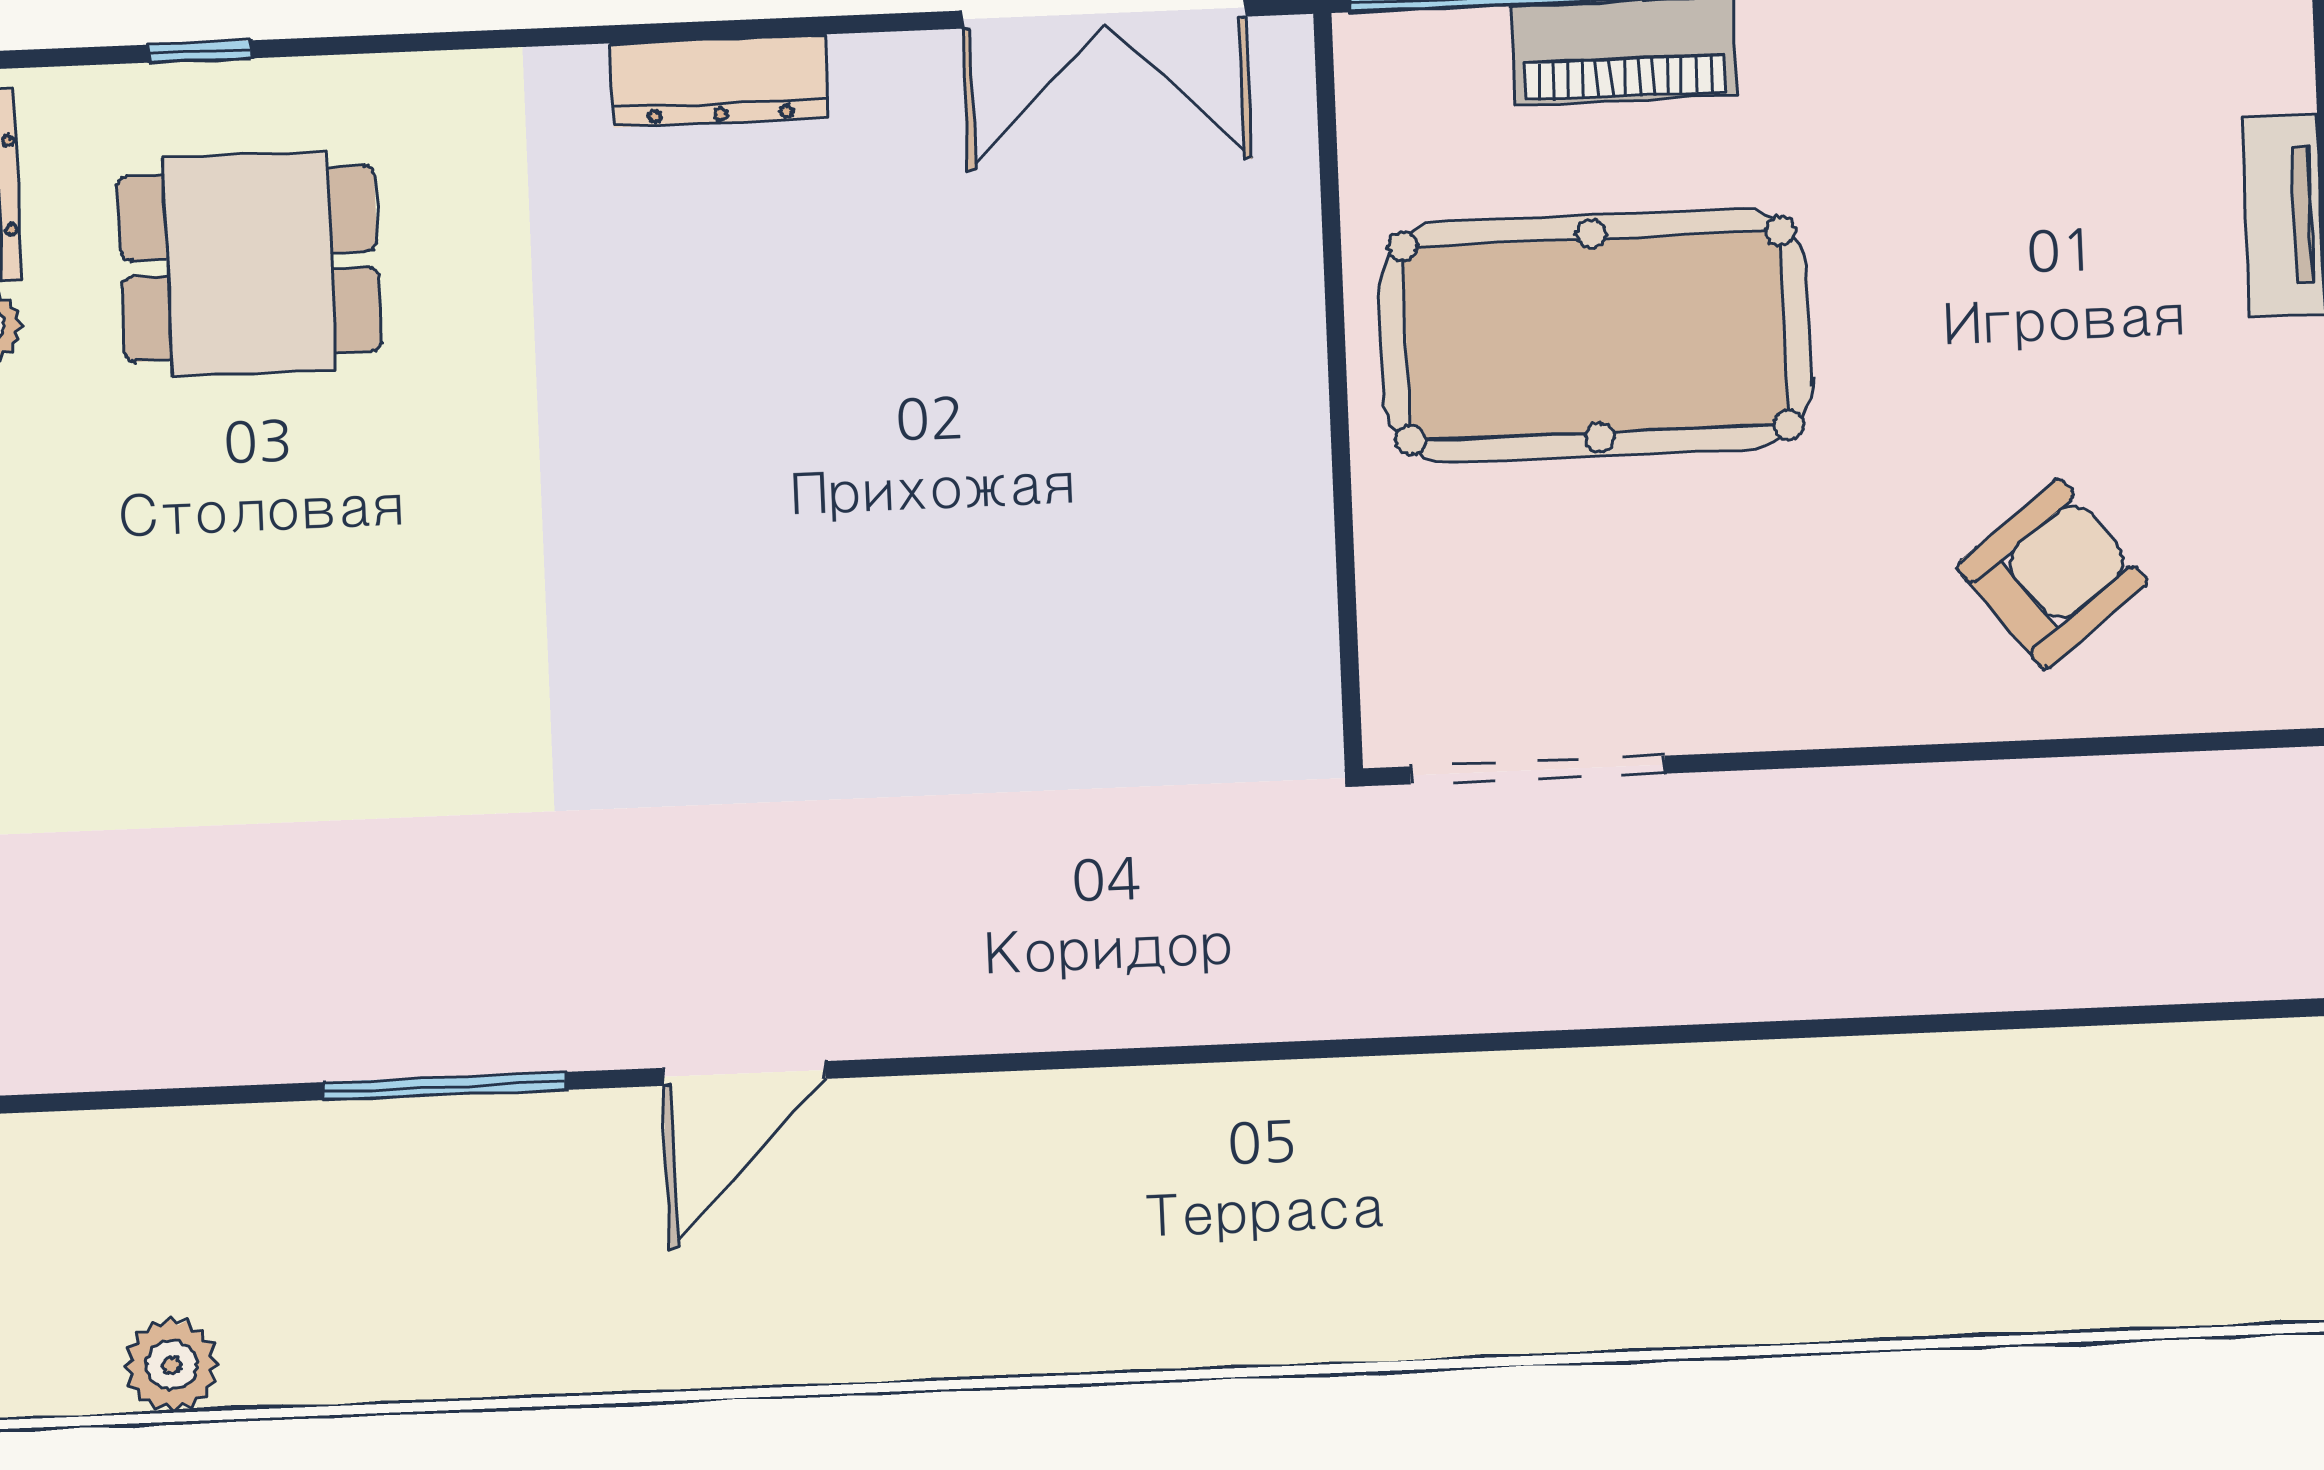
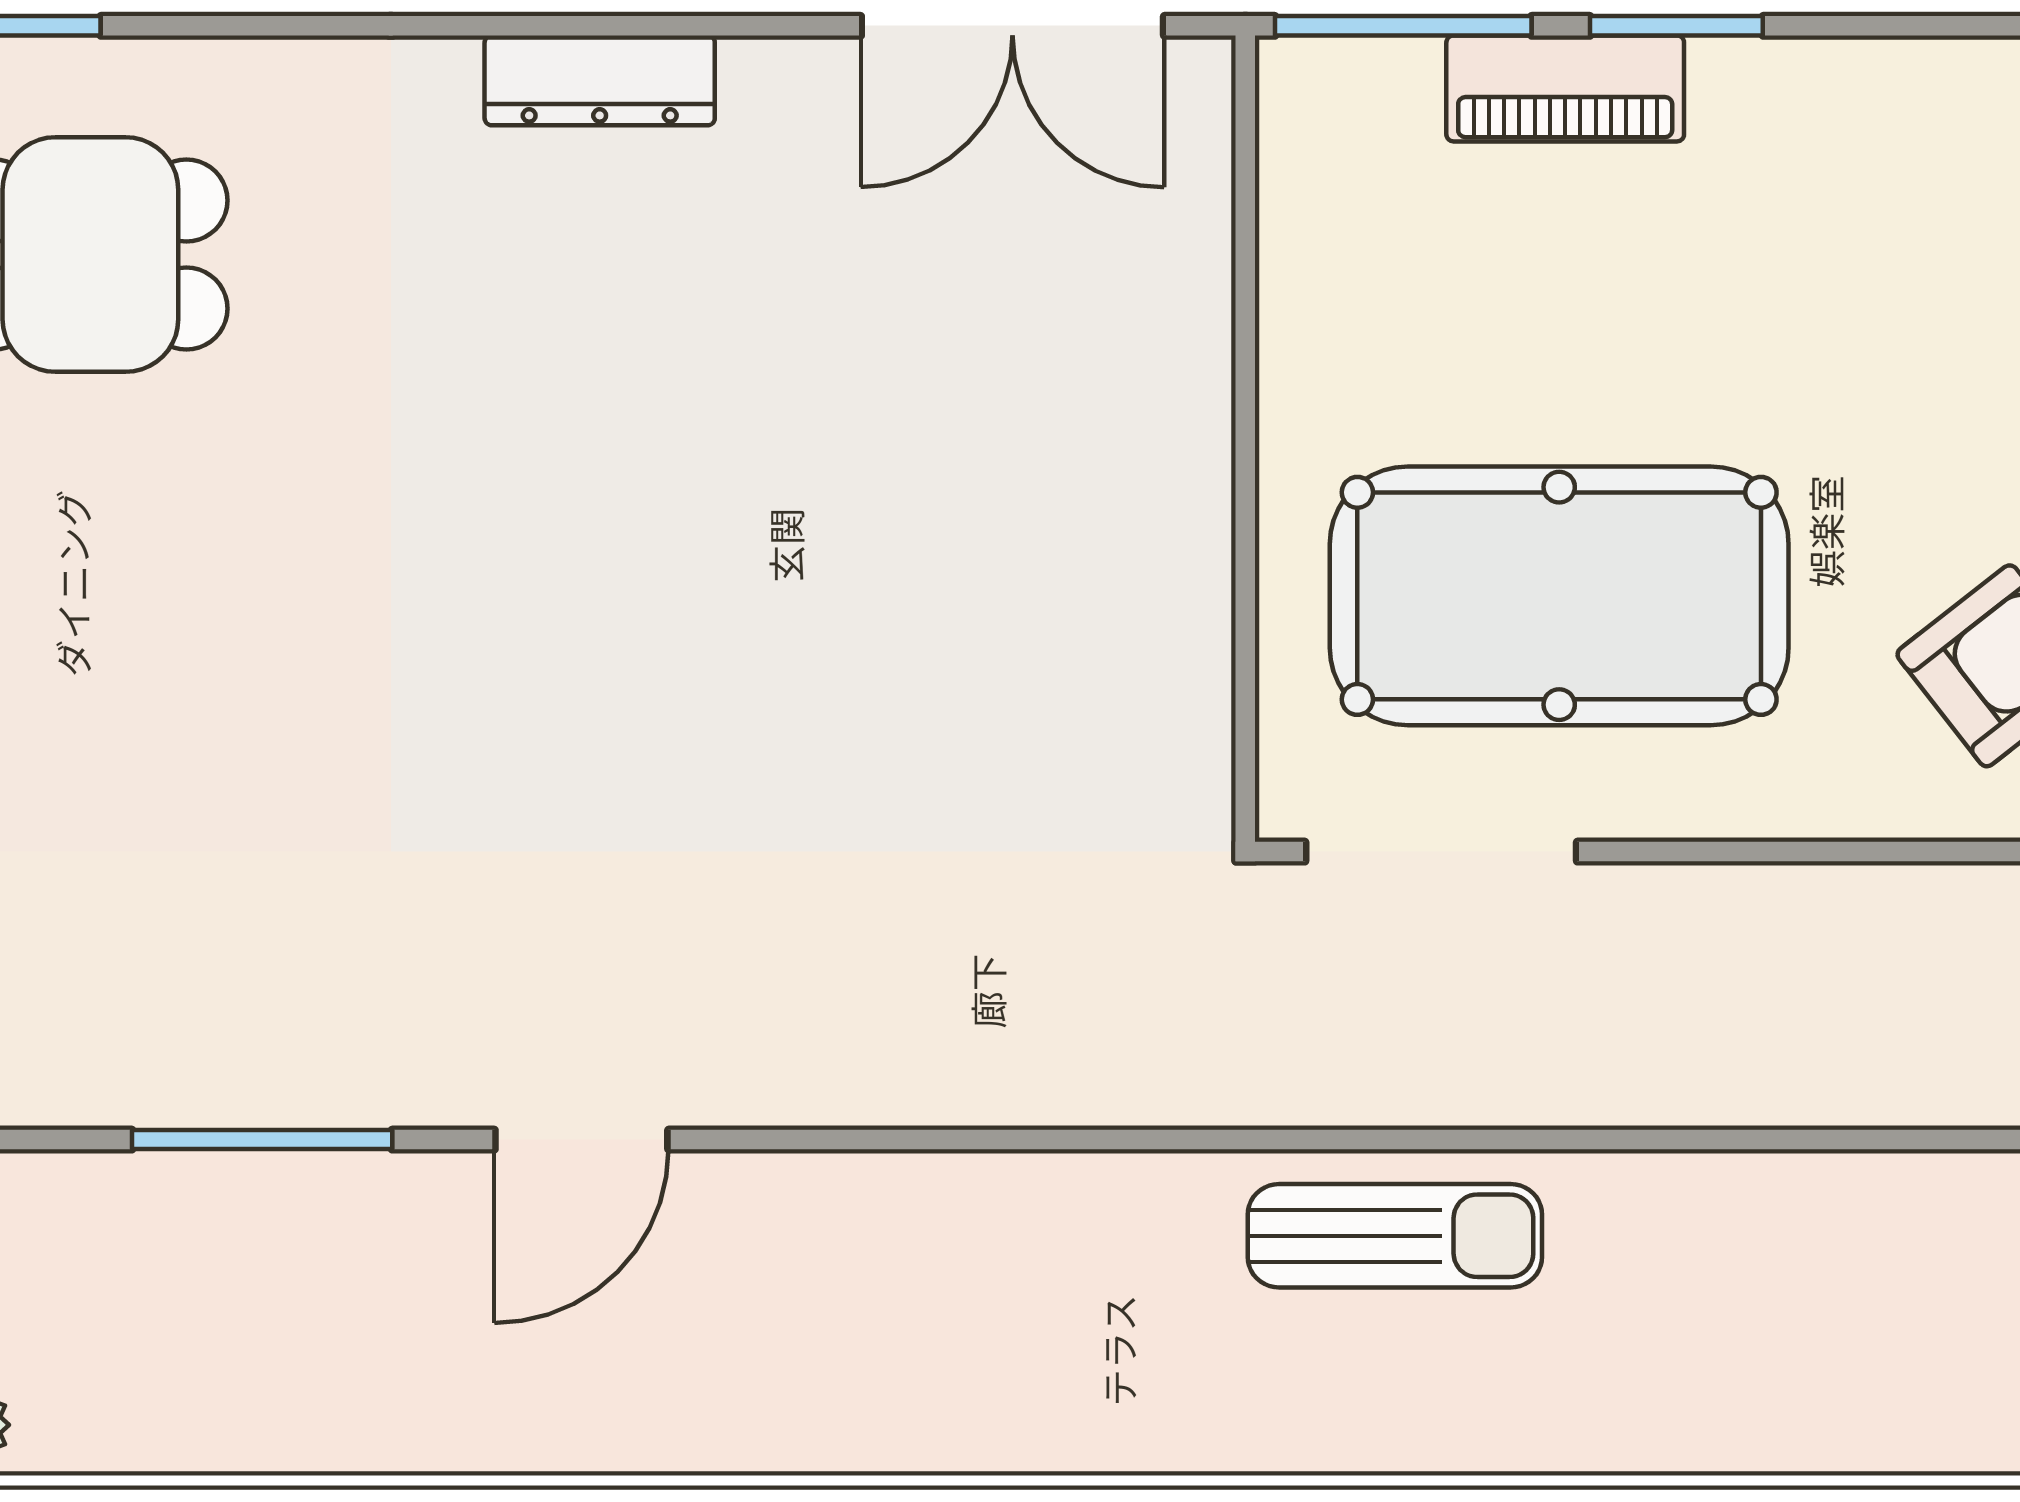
pool table: (1596, 336) -> (1559, 596), moved
sun lounger: (1509, 1132) -> (1395, 1236), added

